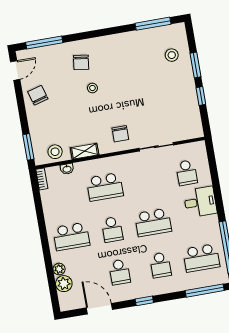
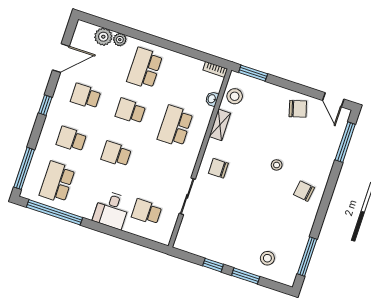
chair: (81, 62) -> (304, 191), moved
school desk: (153, 222) -> (116, 154), width x0.54

